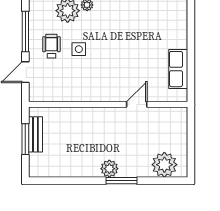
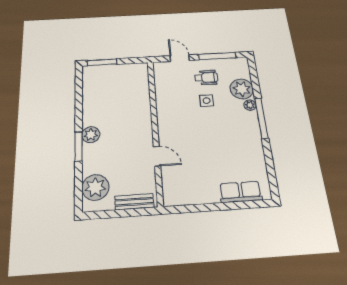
row of seats: (178, 69) -> (241, 192), moved
bench: (35, 134) -> (134, 202), moved
window: (25, 139) -> (102, 62), moved

